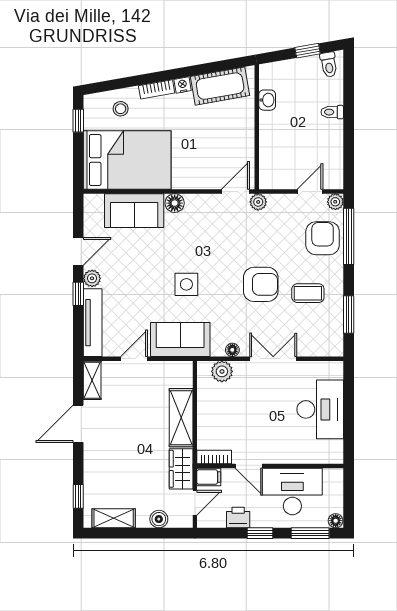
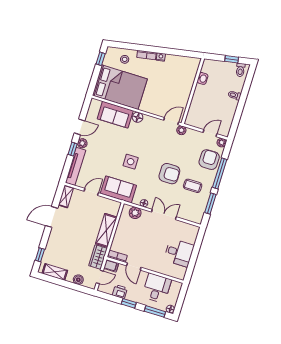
cot: (220, 86) -> (180, 64), removed
window: (349, 236) -> (220, 173), moved
desk: (320, 409) -> (179, 253), width x0.73
desk: (292, 491) -> (157, 288), width x0.73

